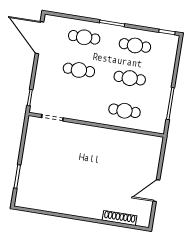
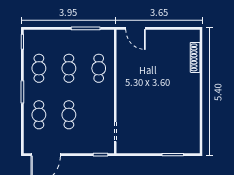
door: (156, 191) -> (136, 28), moved

